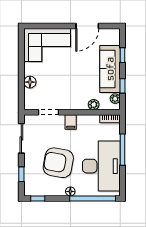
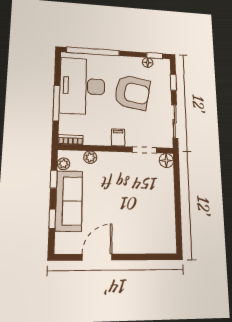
corner sofa: (47, 45) -> (148, 232), removed
floor lamp: (30, 82) -> (166, 161), moved
floor lamp: (70, 191) -> (148, 63), moved

